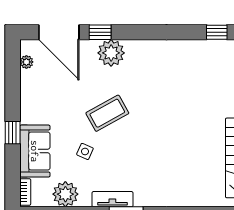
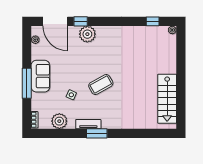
coffee table: (107, 113) -> (101, 85), moved
window: (13, 133) -> (27, 83), width x2.17
sofa: (35, 151) -> (40, 76), moved

